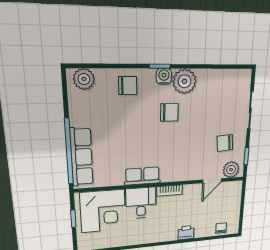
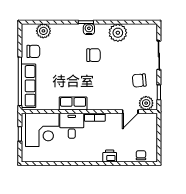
plant: (84, 79) -> (43, 31), moved
plant: (184, 81) -> (118, 33), moved
chair: (128, 86) -> (33, 51), moved

